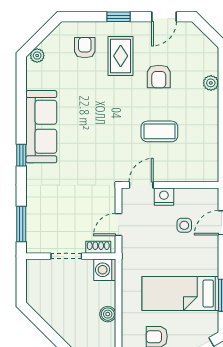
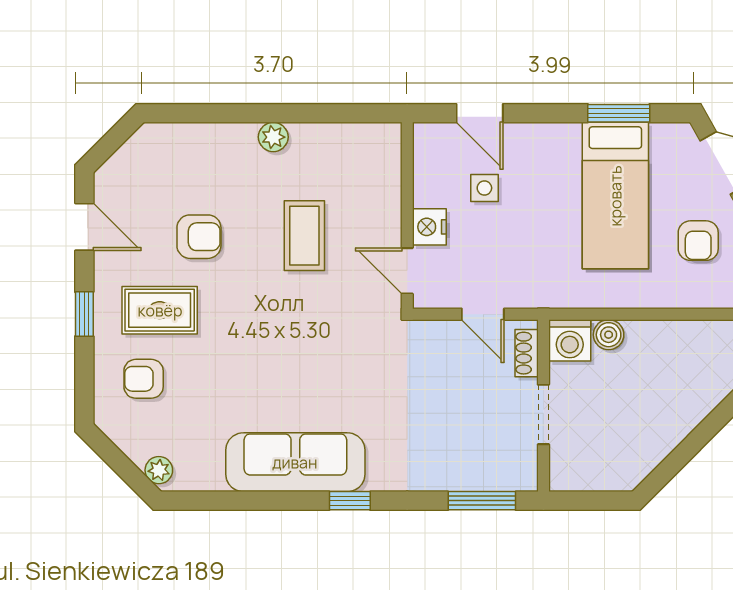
plant: (211, 83) -> (273, 137), moved
boiler: (108, 314) -> (609, 335), moved

